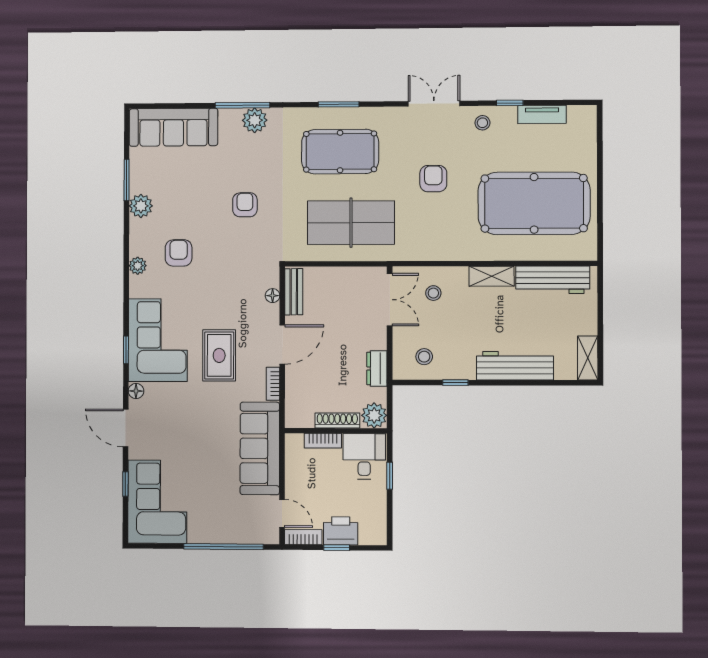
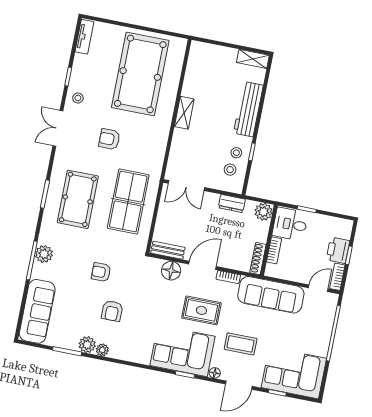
tv unit: (542, 114) -> (84, 37), moved
armchair: (179, 253) -> (112, 311), moved, turned -90
plant: (138, 266) -> (102, 350), moved
workbench: (553, 280) -> (195, 72), removed
stool: (433, 293) -> (236, 153), moved
floor lamp: (273, 296) -> (171, 271), width x1.89, depth x1.89
double door: (390, 300) -> (186, 185), swing flipped
door: (282, 344) -> (203, 265), hinge flipped
coffee table: (183, 419) -> (241, 344), added
shoe rack: (337, 420) -> (258, 259), moved

